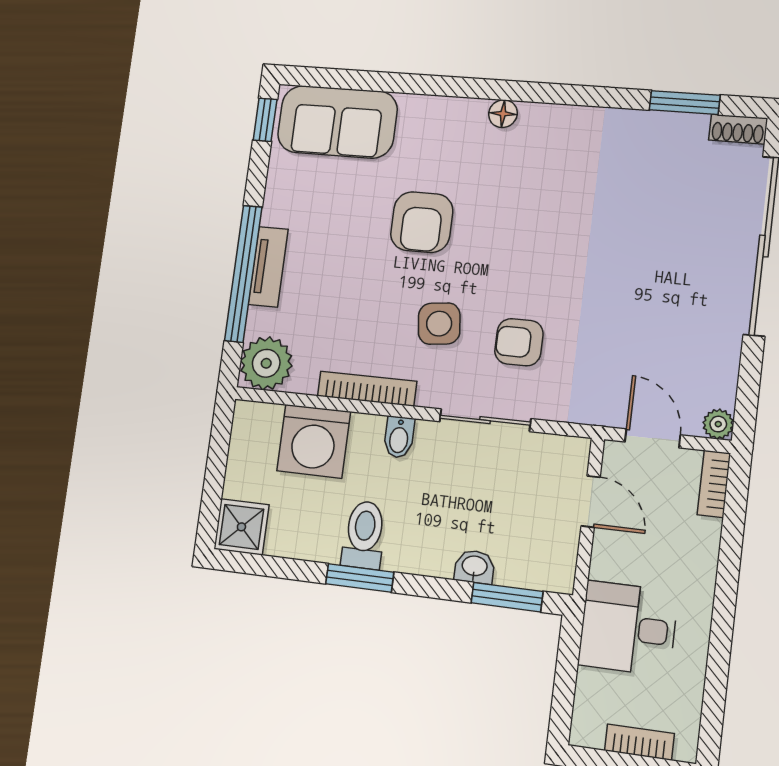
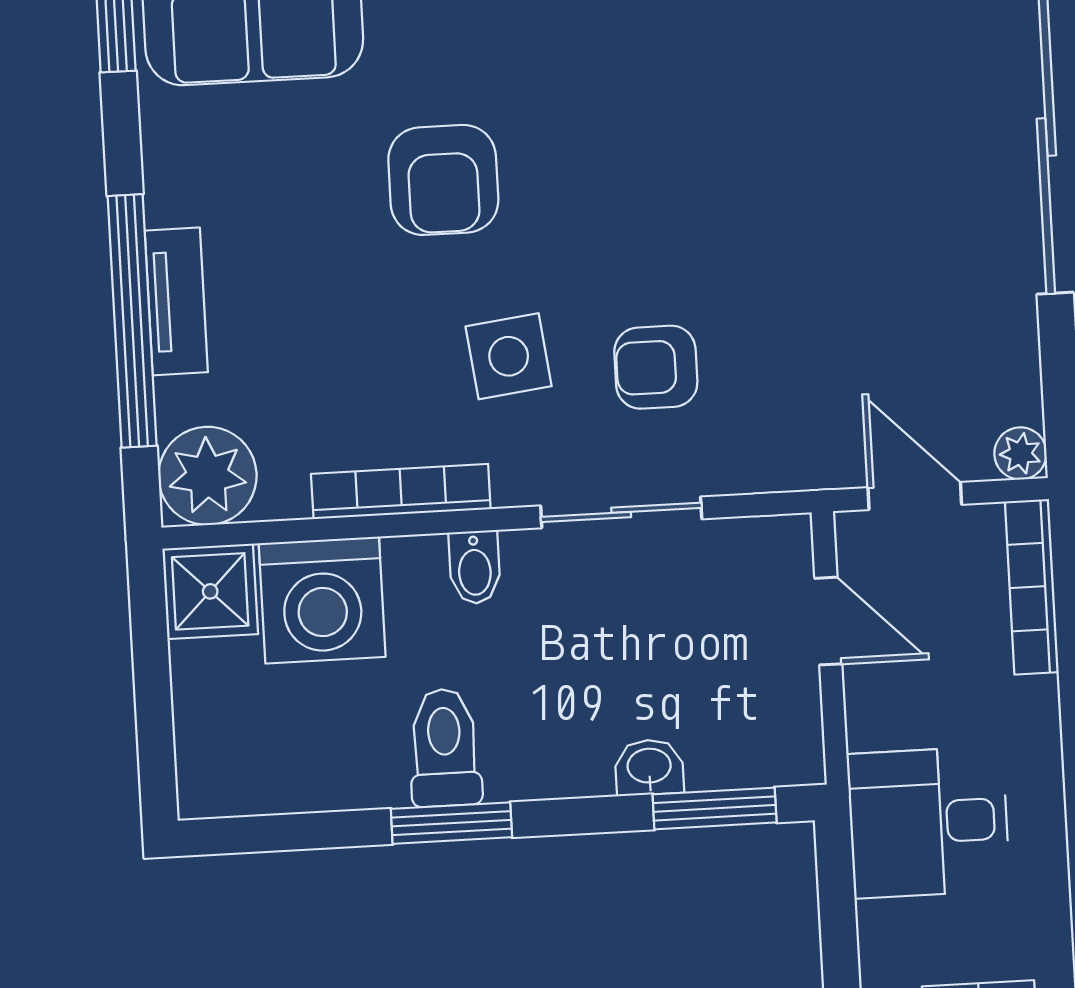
bookcase: (714, 484) -> (1032, 587), width x1.56
shower: (241, 527) -> (210, 591), moved

